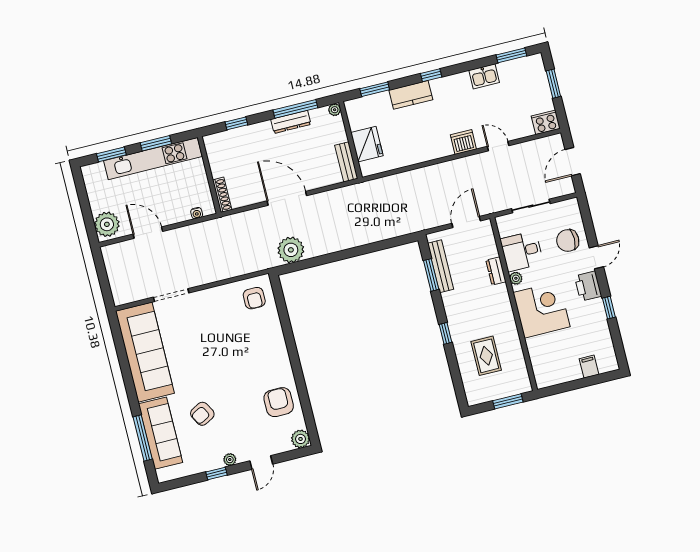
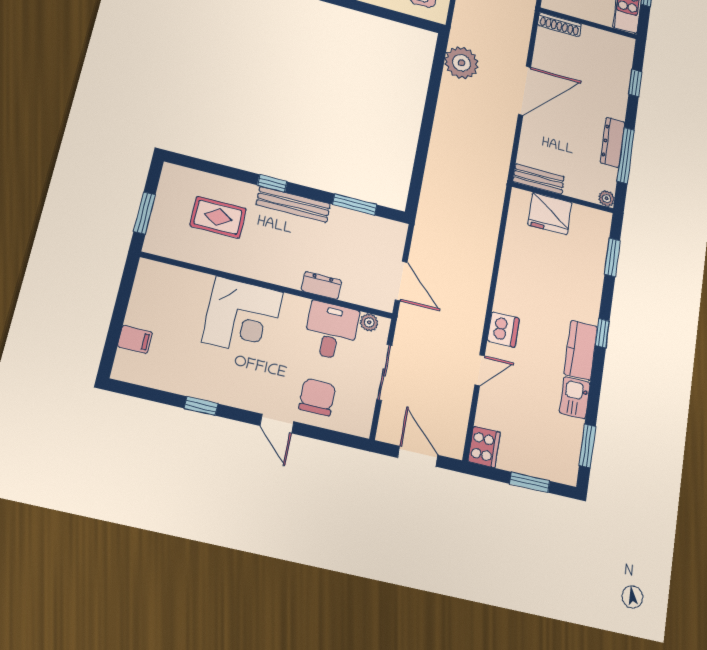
kitchen counter: (411, 95) -> (581, 350), moved
bench: (441, 266) -> (293, 204), moved
plant: (516, 278) -> (369, 322), moved
printer: (588, 286) -> (244, 393), removed

